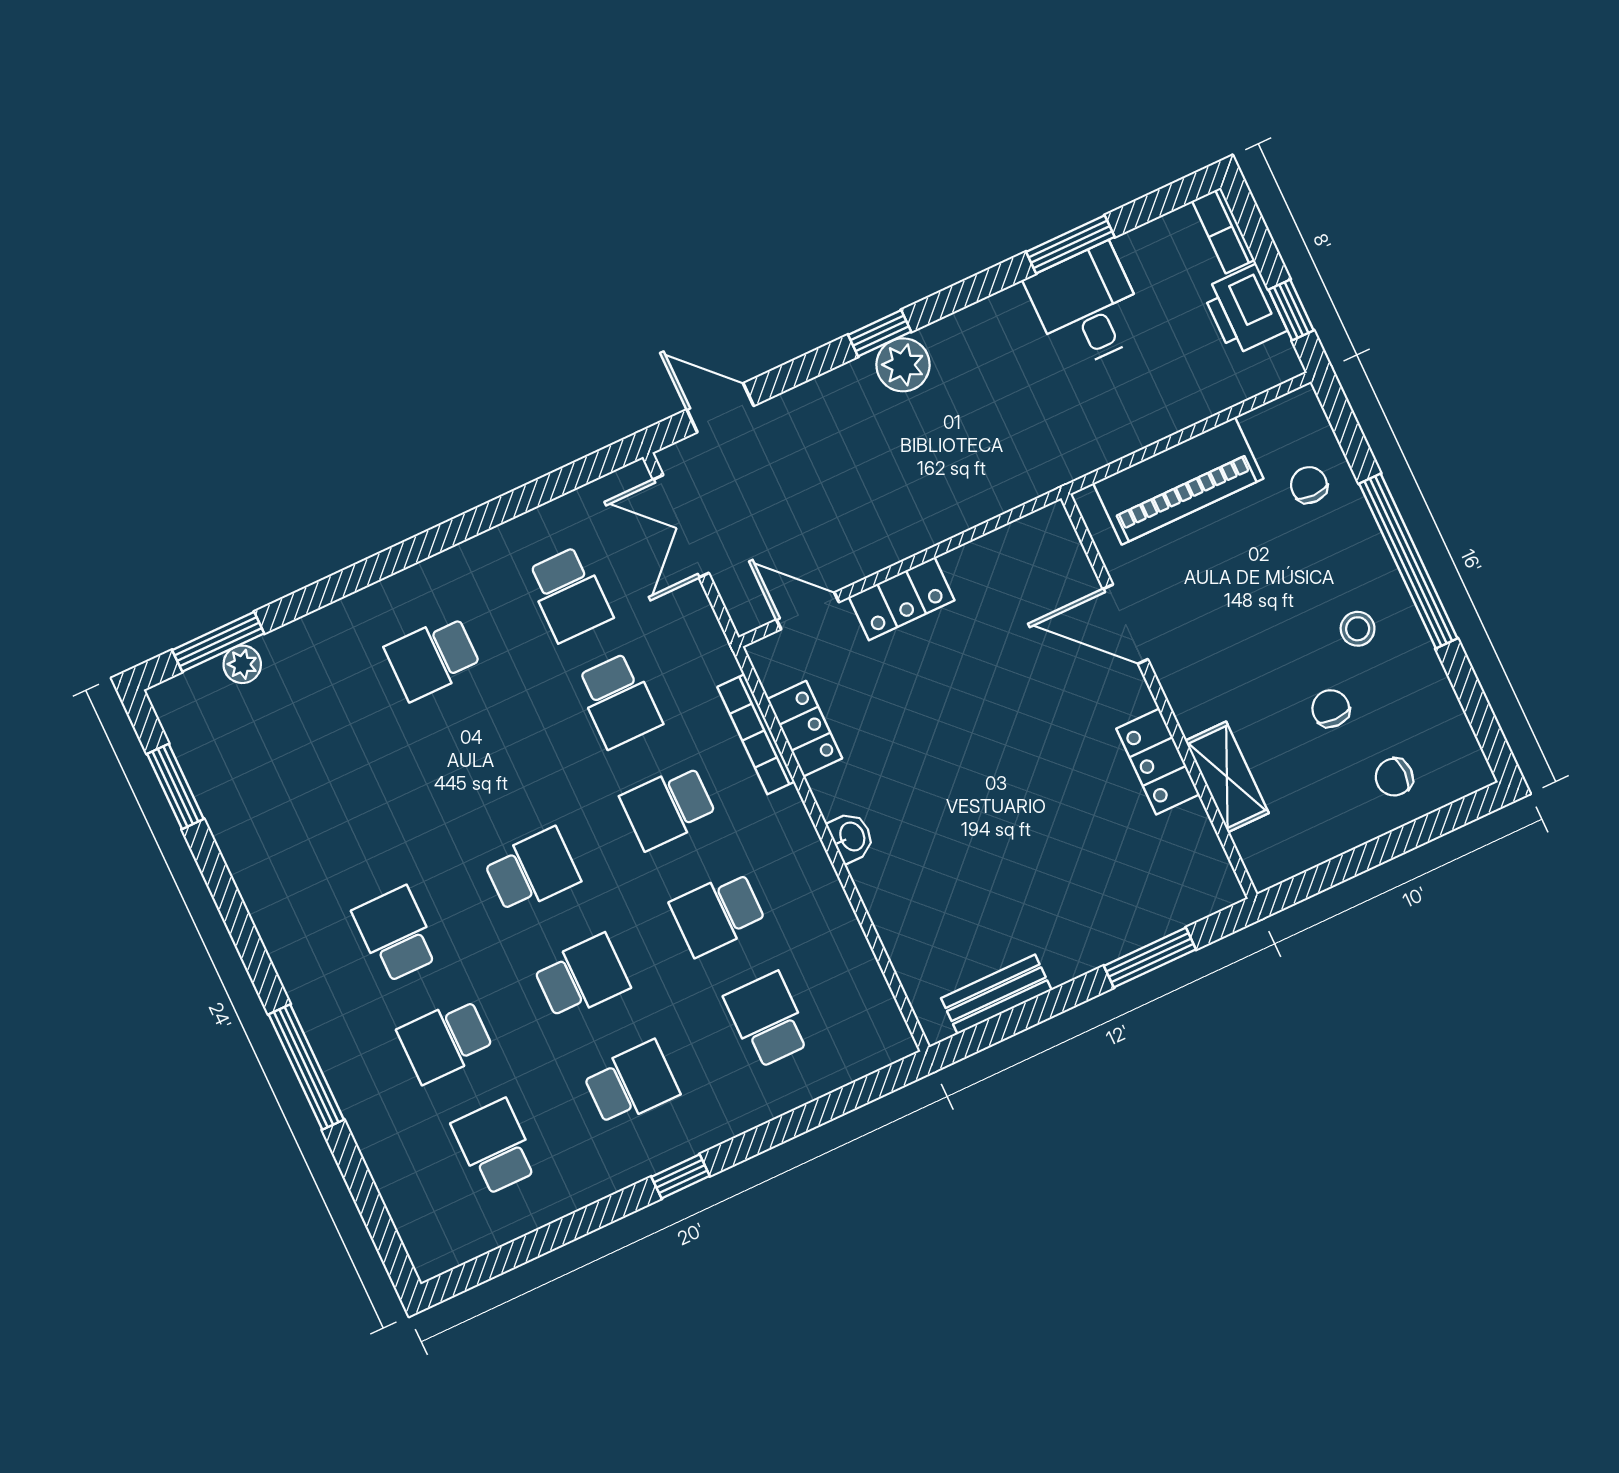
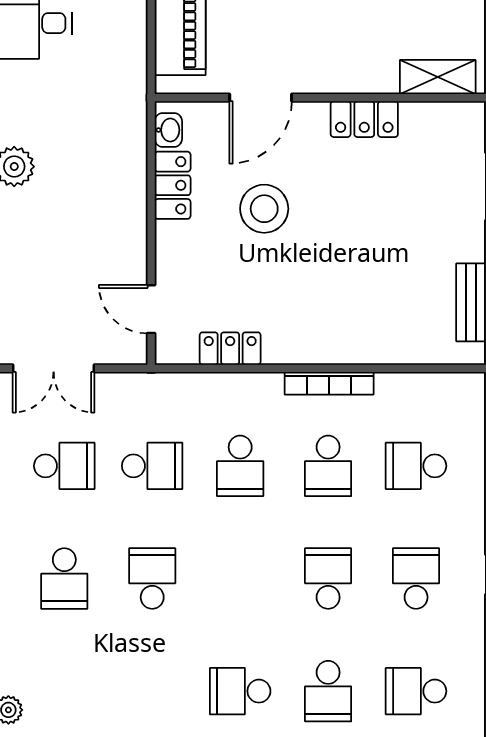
locker: (902, 599) -> (173, 185), moved
door: (808, 611) -> (151, 309), hinge flipped
stool: (993, 691) -> (264, 209), added
bookcase: (756, 734) -> (329, 383), moved
shelving: (1227, 777) -> (438, 77), moved
washbasin: (851, 837) -> (168, 130), moved, turned 90
school desk: (532, 871) -> (152, 578), moved

